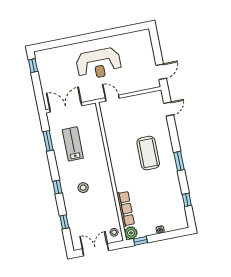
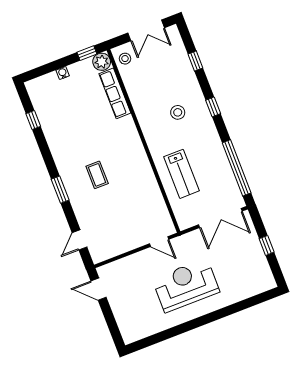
window: (33, 66) -> (267, 245), moved
door: (161, 72) -> (98, 289), hinge flipped
window: (48, 141) -> (237, 168), width x2.11
lab bench: (73, 144) -> (181, 174), moved
coffee table: (148, 153) -> (97, 175), width x0.54, depth x0.58
window: (179, 161) -> (60, 190), moved

